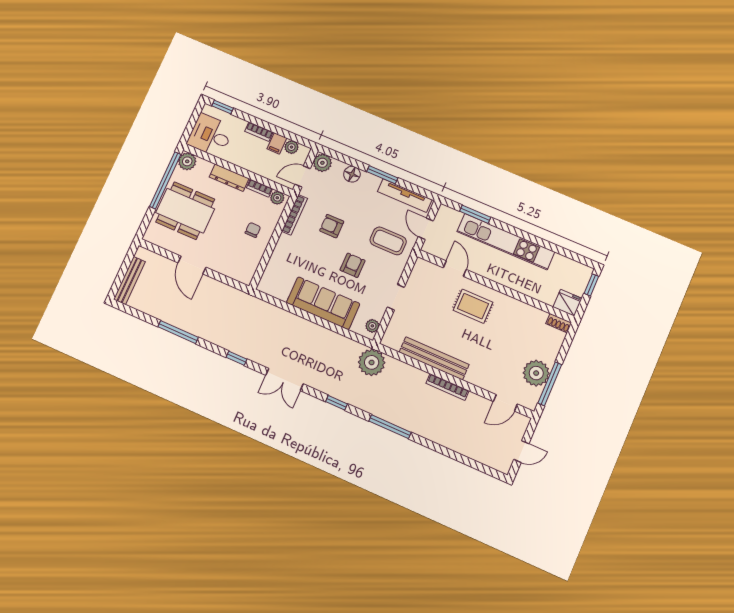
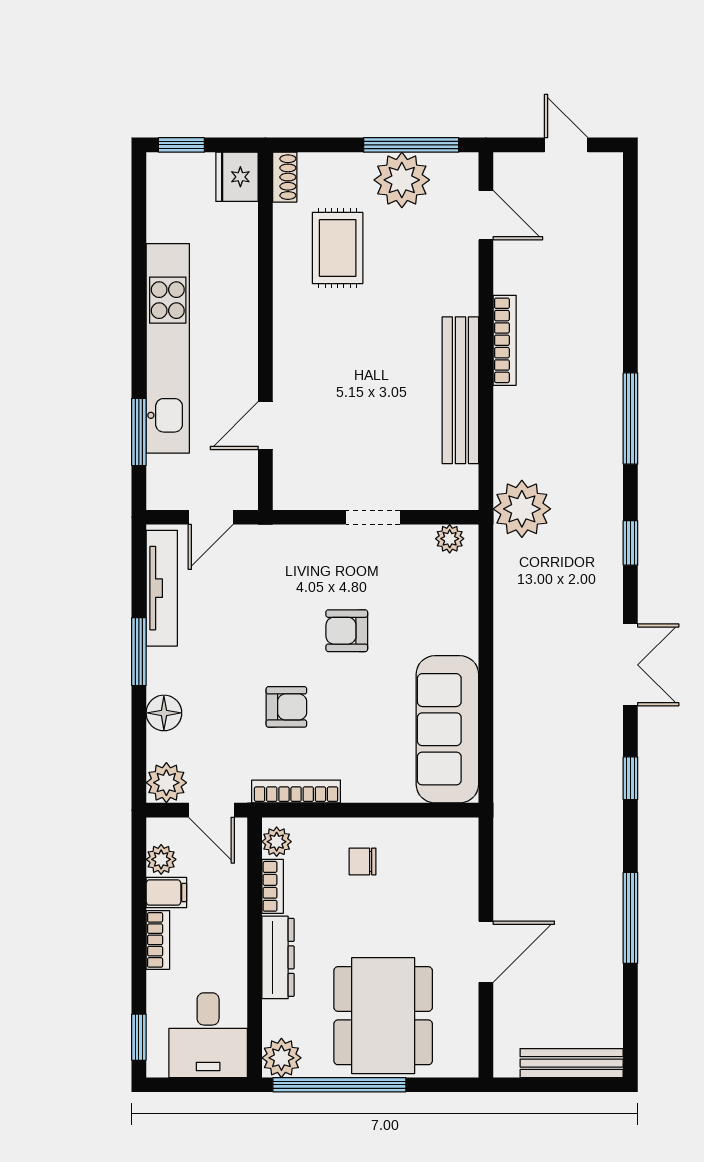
armchair: (332, 226) -> (286, 707), turned -90
coffee table: (388, 241) -> (267, 581), removed
sofa: (323, 303) -> (447, 729), moved
rug: (473, 306) -> (338, 248), moved

